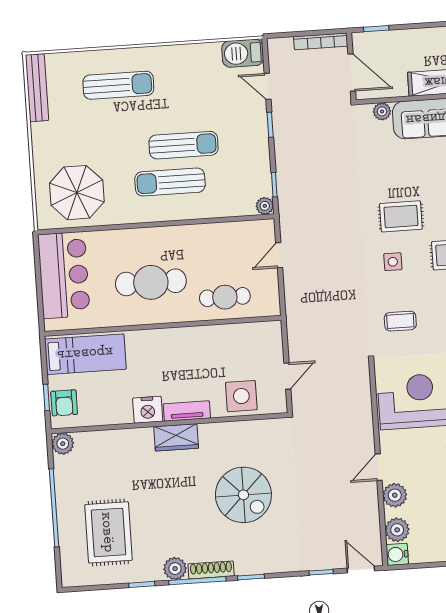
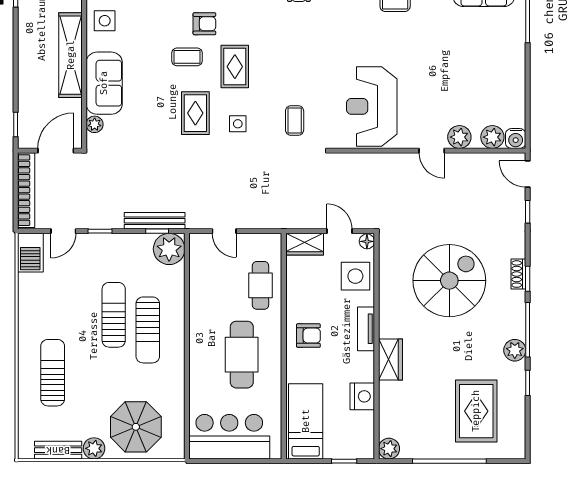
bookcase: (321, 41) -> (26, 190), width x1.48, depth x1.31
bench: (37, 88) -> (58, 450), width x0.73
plant: (42, 134) -> (94, 448), added
bench: (285, 181) -> (155, 221), added
parasol: (77, 193) -> (136, 427), moved
plant: (265, 206) -> (169, 249), width x1.88, depth x1.88
wardrobe: (271, 340) -> (305, 244), added
armchair: (64, 403) -> (308, 336), moved
floor lamp: (279, 406) -> (367, 241), added
nightstand: (148, 410) -> (362, 396), moved
wardrobe: (176, 437) -> (390, 360), moved
spiral stairs: (243, 495) -> (449, 281), width x1.37, depth x1.37
rug: (108, 532) -> (476, 411), turned 90
shoe rack: (211, 570) -> (518, 274), moved, width x0.70
door: (361, 570) -> (528, 174), hinge flipped

